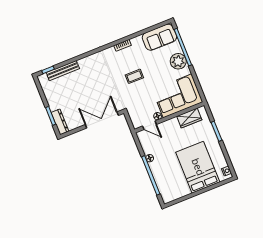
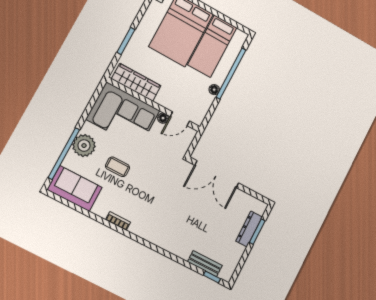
bench: (63, 71) -> (205, 264), width x0.73
coffee table: (134, 76) -> (117, 167), moved
wardrobe: (189, 118) -> (136, 82), width x1.50
dresser: (60, 122) -> (249, 229), moved
door: (149, 125) -> (180, 119), swing flipped
bed: (175, 178) -> (212, 46), added

